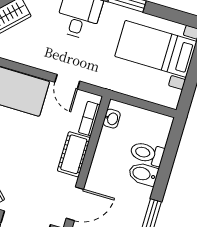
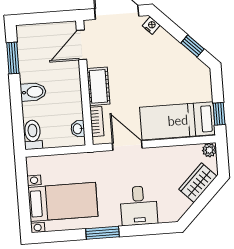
door: (67, 82) -> (127, 146), width x1.38
toilet: (147, 153) -> (33, 135), moved, turned -90

